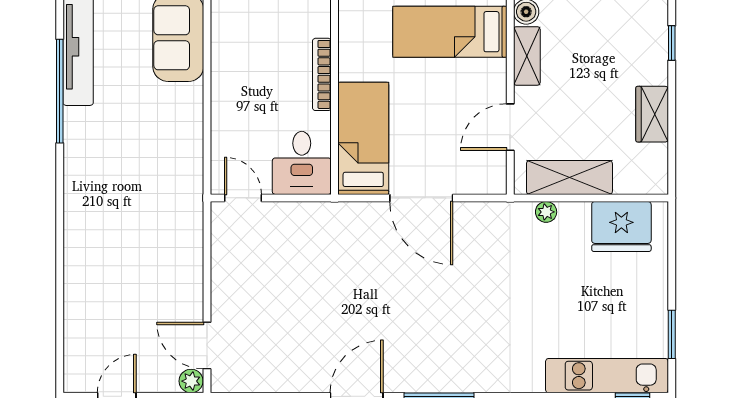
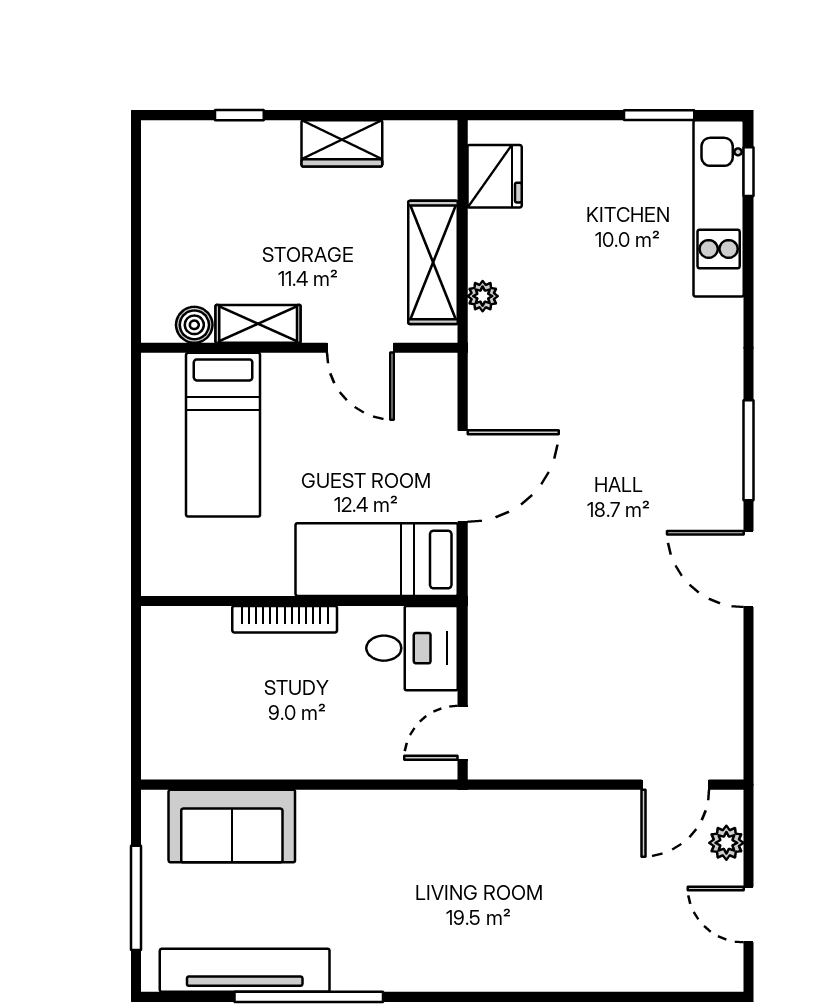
fridge: (621, 226) -> (495, 176), width x0.73, depth x0.75
plant: (191, 381) -> (726, 843), moved

